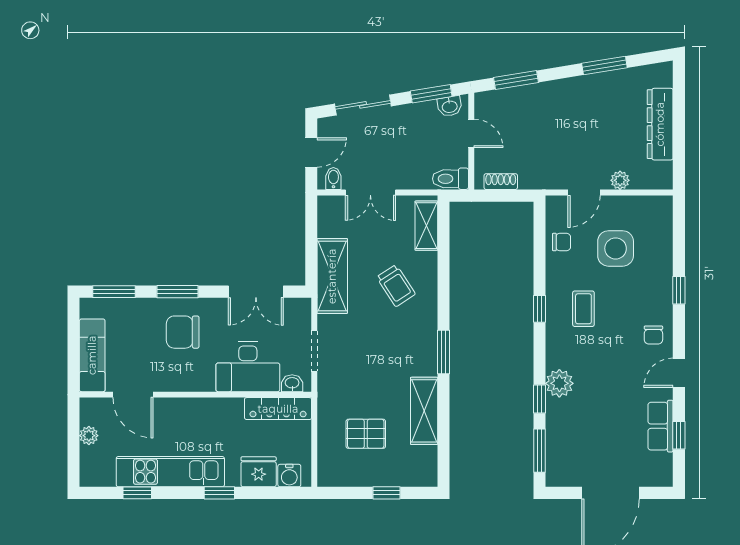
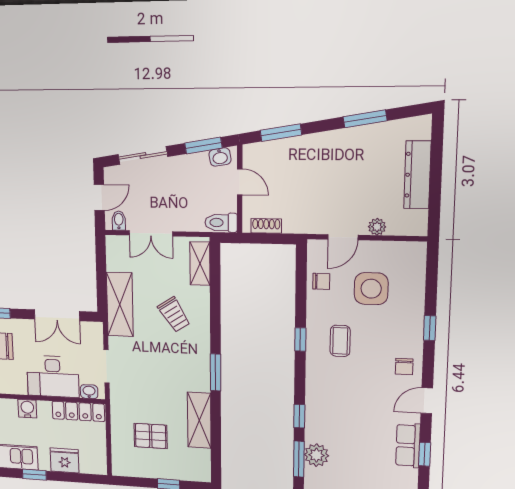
plant: (559, 383) -> (316, 455), moved
water cooler: (289, 476) -> (27, 409), moved, turned 180

